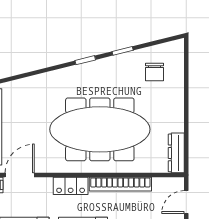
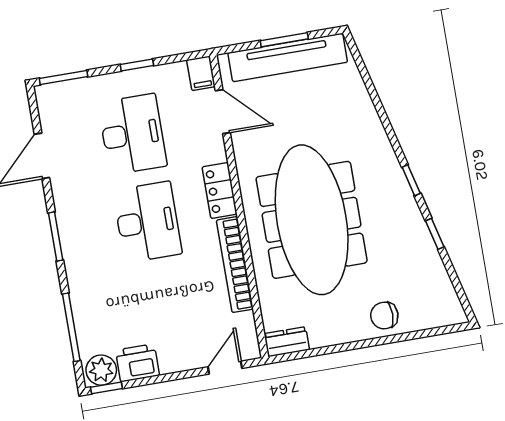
chair: (154, 72) -> (384, 316), moved
dresser: (176, 153) -> (287, 342), width x0.70
door: (186, 202) -> (225, 368), hinge flipped

